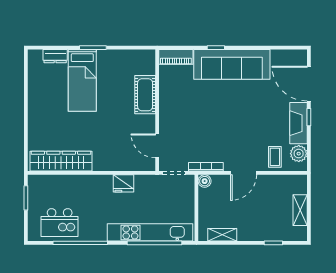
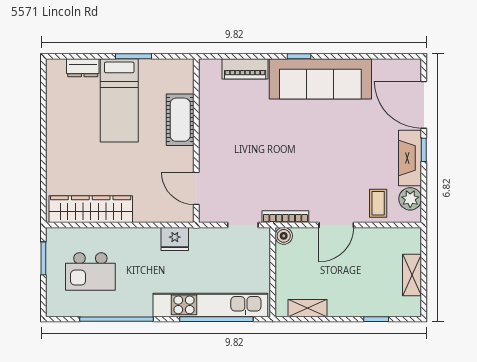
cot: (145, 95) -> (180, 120), moved
wall: (157, 110) -> (196, 141), moved
door: (157, 146) -> (196, 188), moved
kitchen island: (60, 223) -> (90, 272), moved

